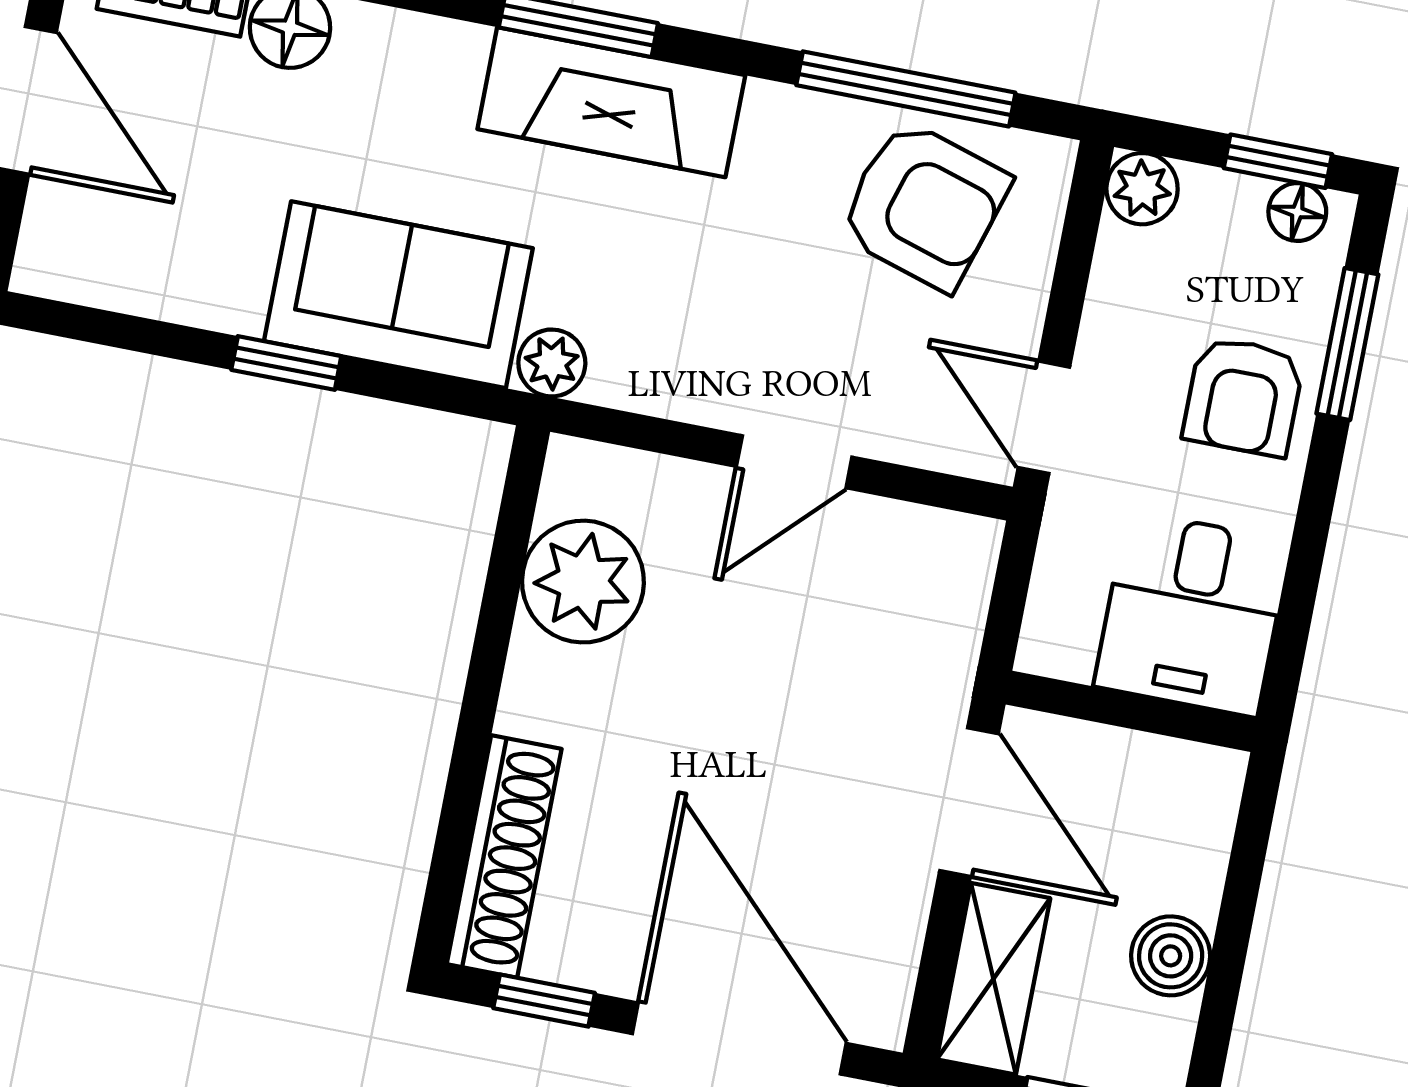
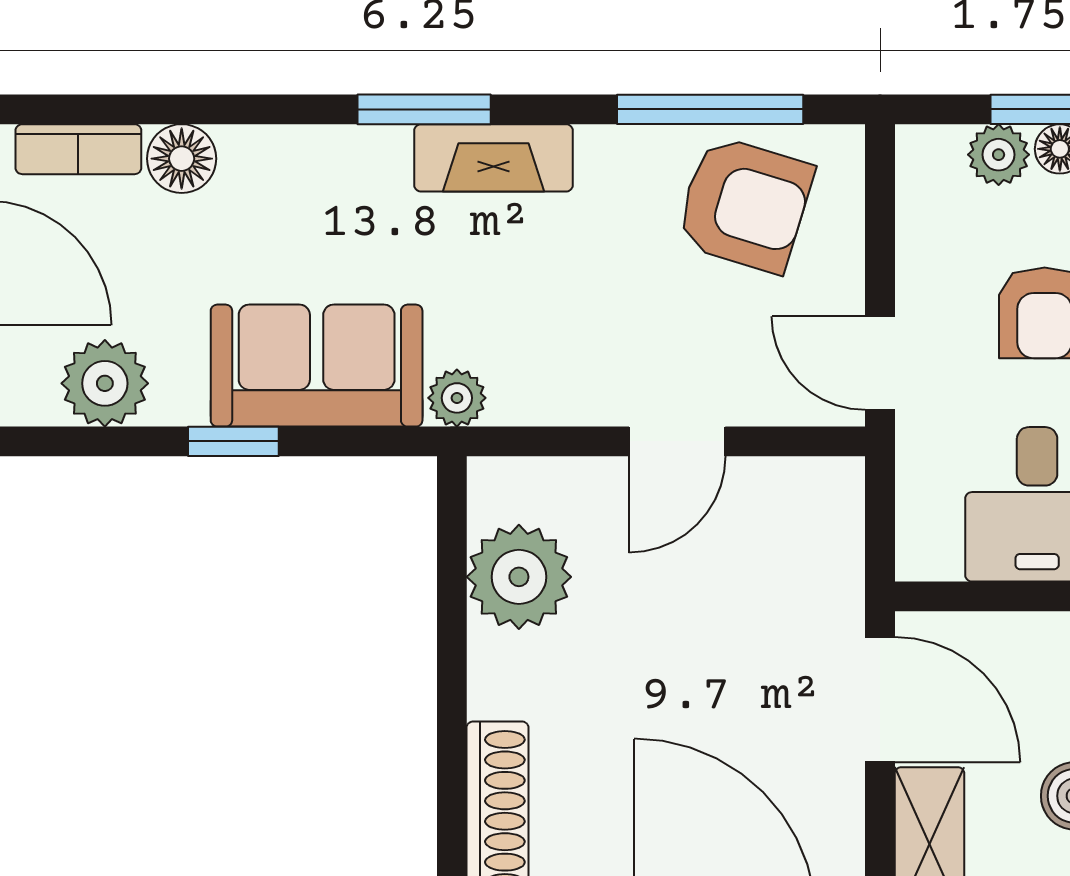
fireplace: (611, 102) -> (494, 158), width x0.73, depth x0.76
plant: (1142, 189) -> (999, 155), moved
plant: (152, 268) -> (105, 383), added

